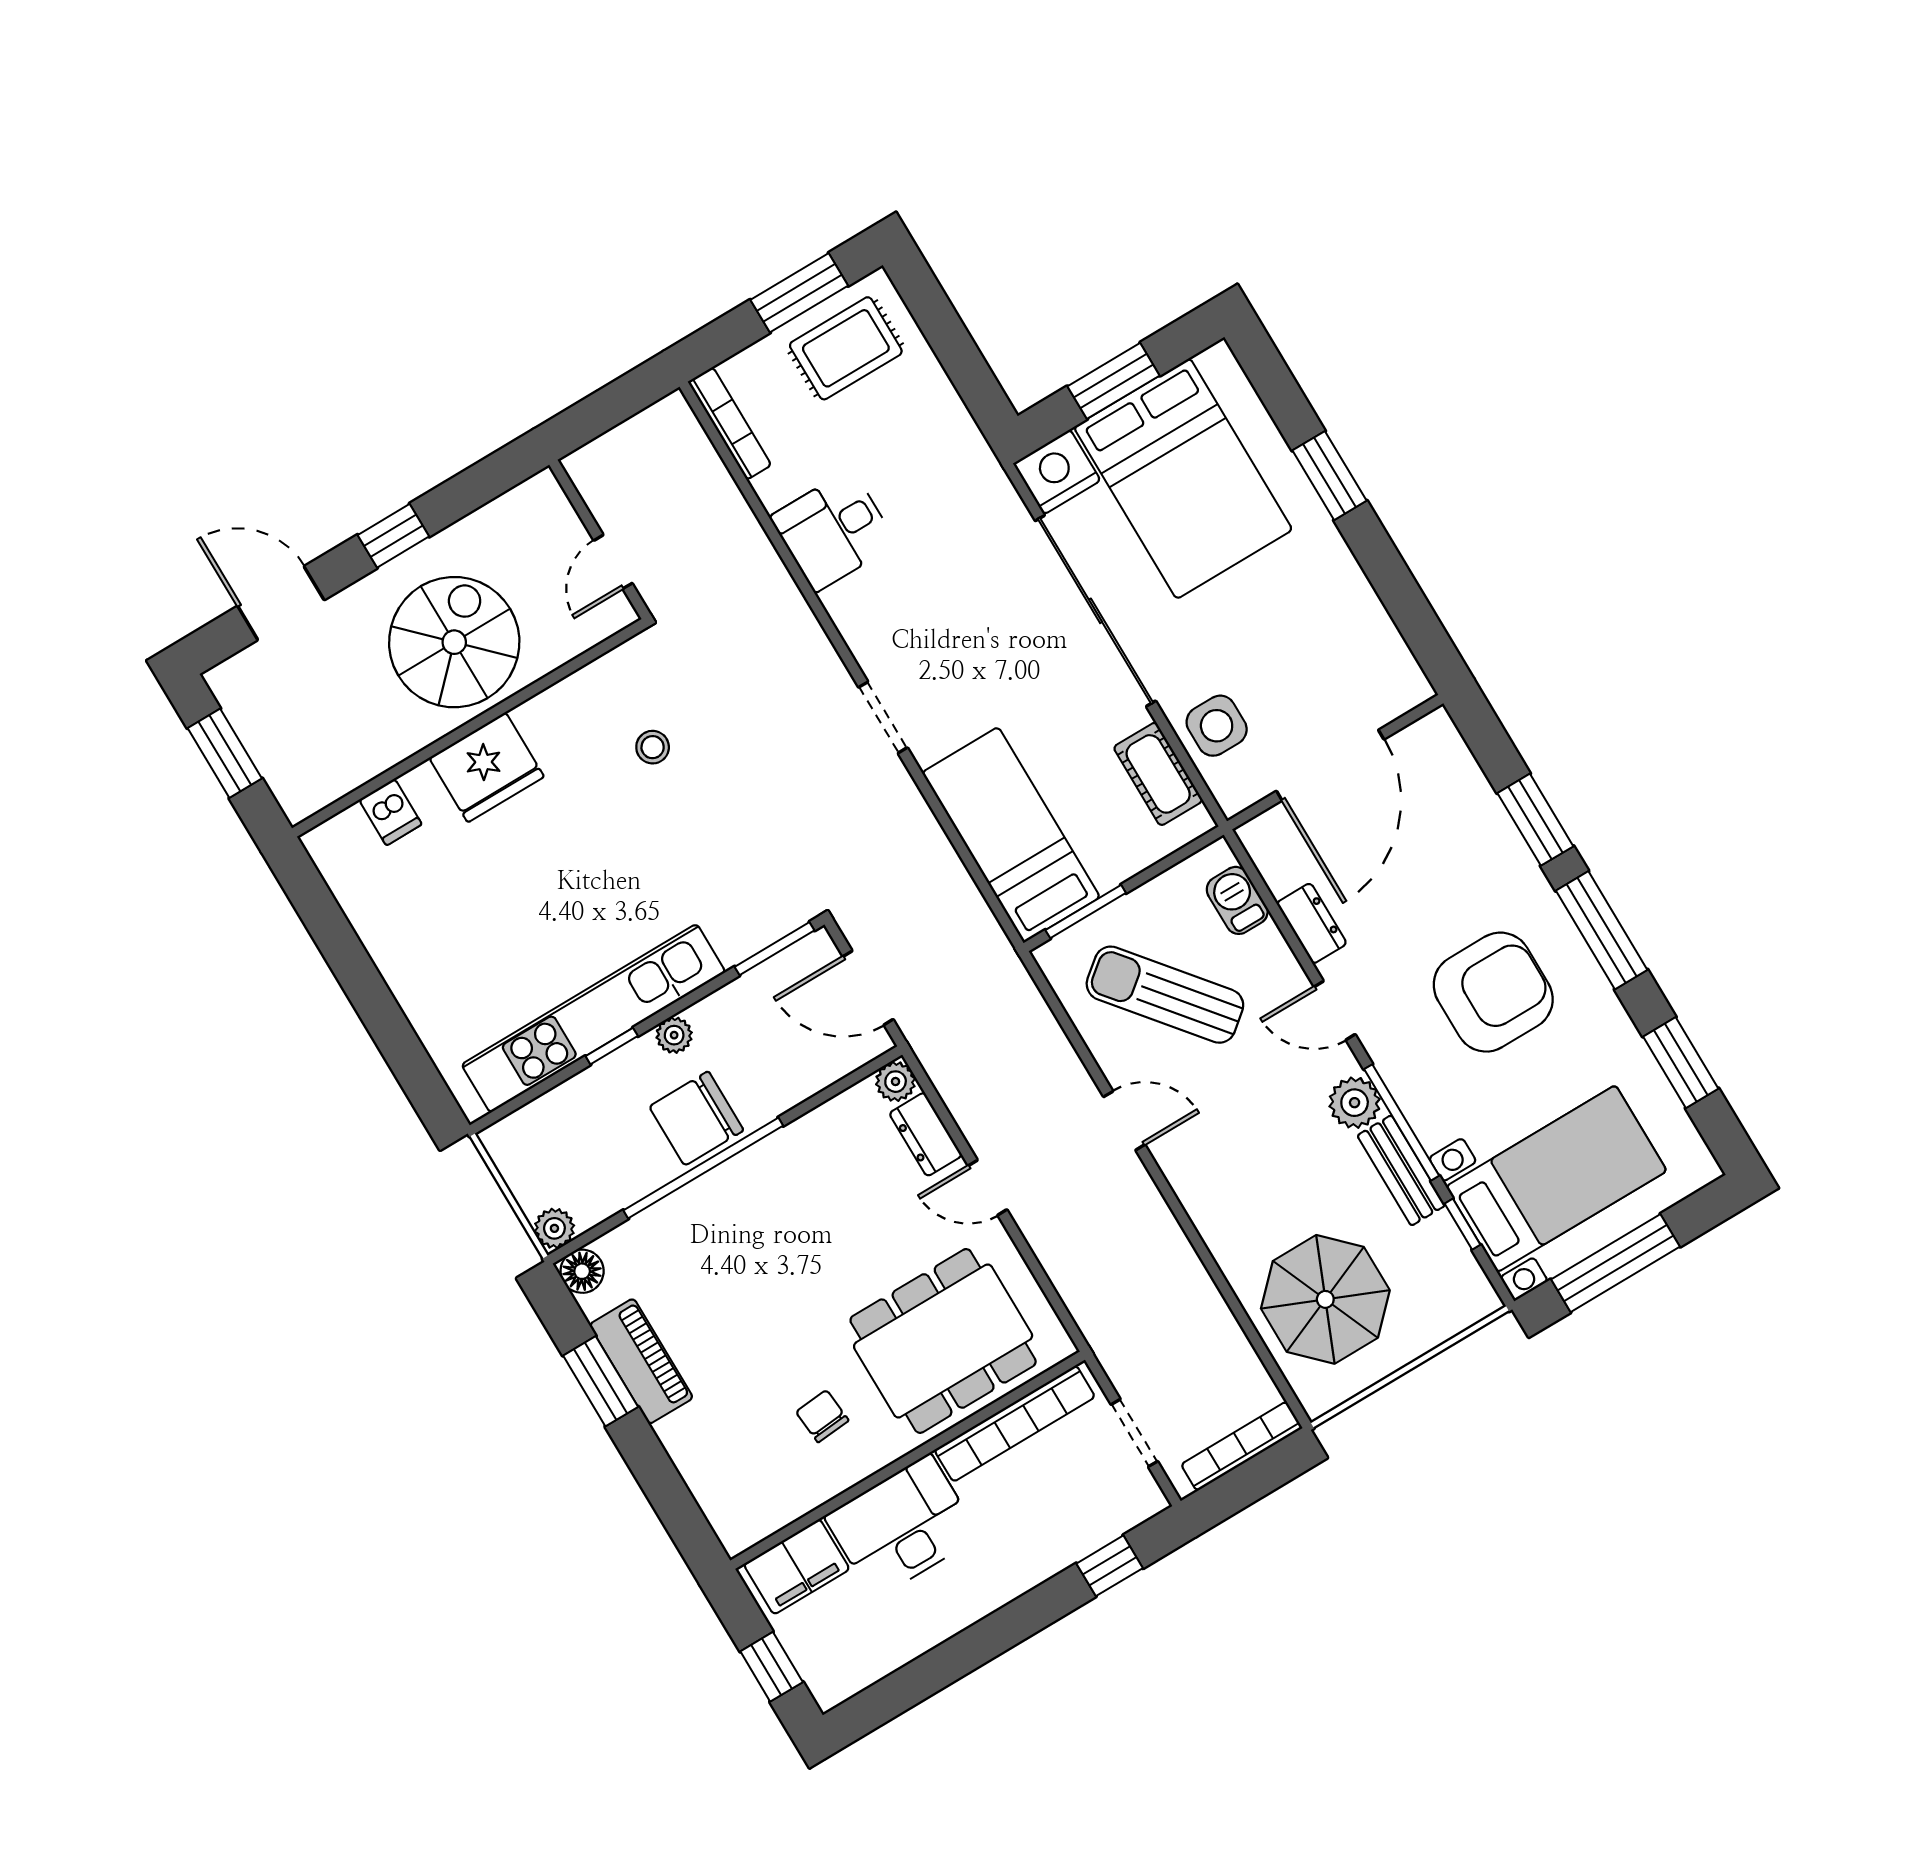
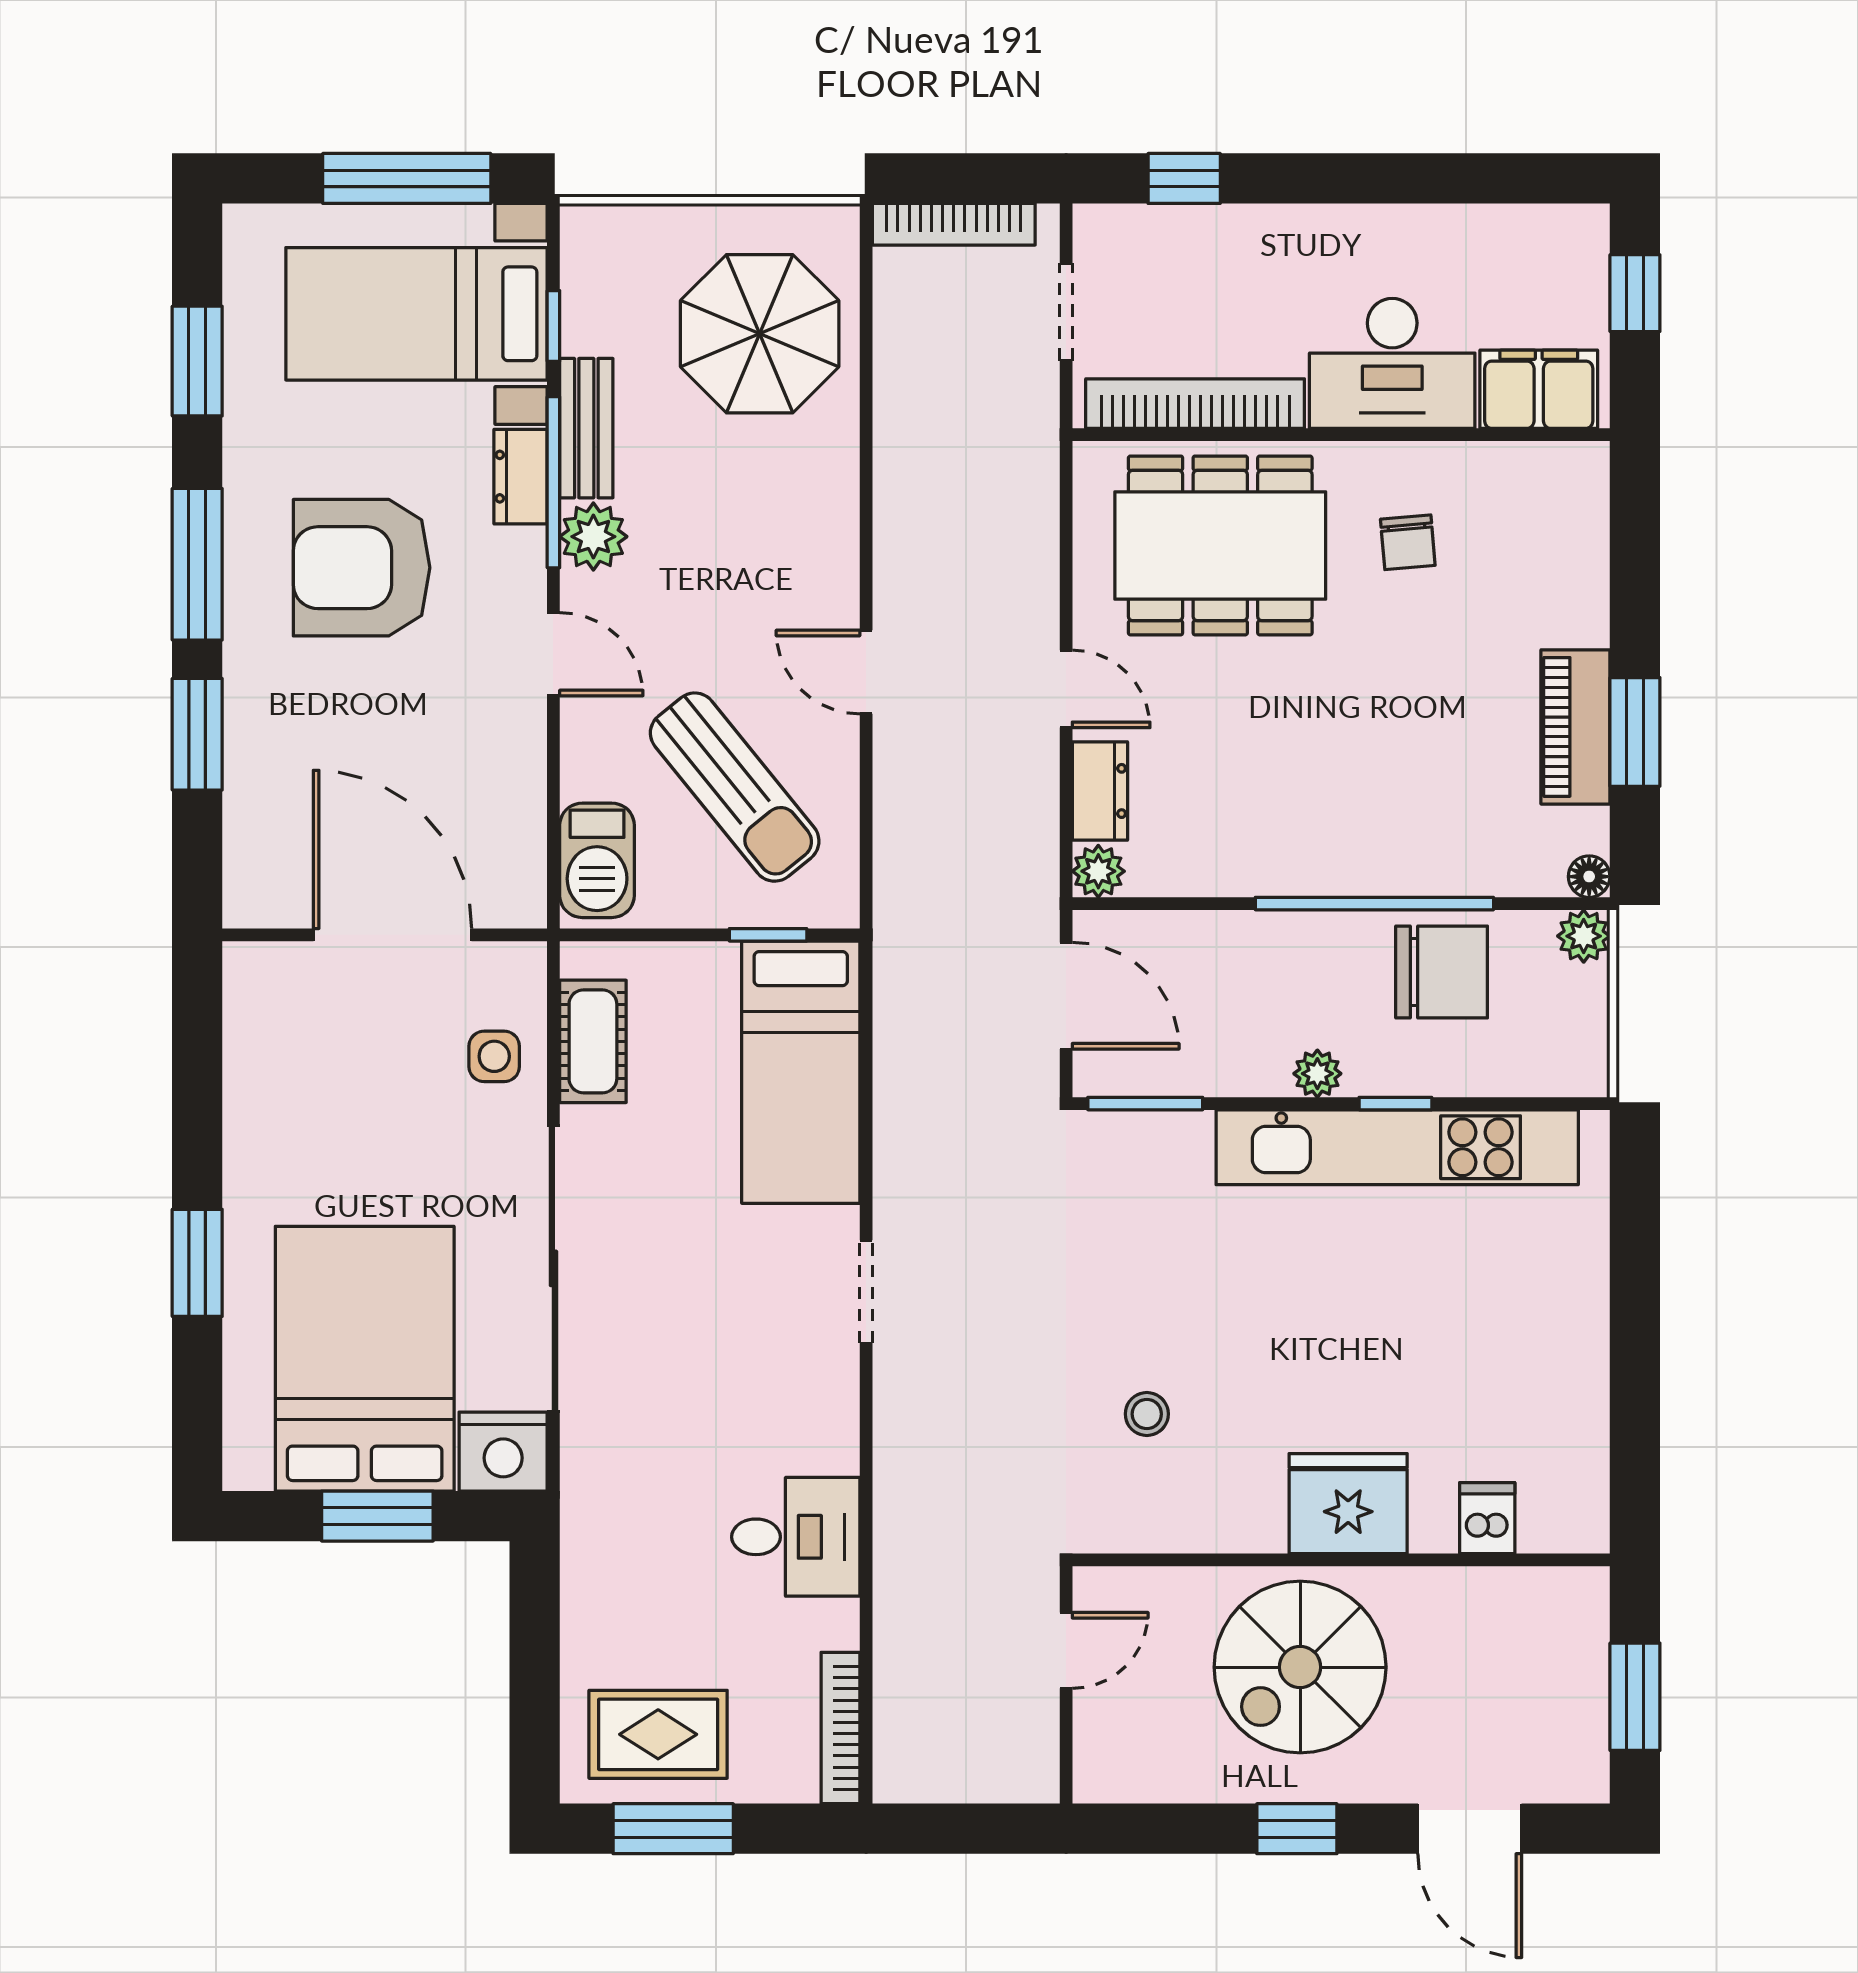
side table: (1217, 726) -> (494, 1056), width x0.73, depth x0.73
door: (1330, 765) -> (392, 935), hinge flipped
barbecue: (1237, 900) -> (597, 860), width x1.38, depth x1.27
window: (1086, 912) -> (768, 935), width x0.67
dresser: (1312, 923) -> (521, 477), moved
chair: (696, 1118) -> (1442, 972), moved
floor lamp: (582, 1271) -> (1589, 877), width x0.73, depth x0.73

